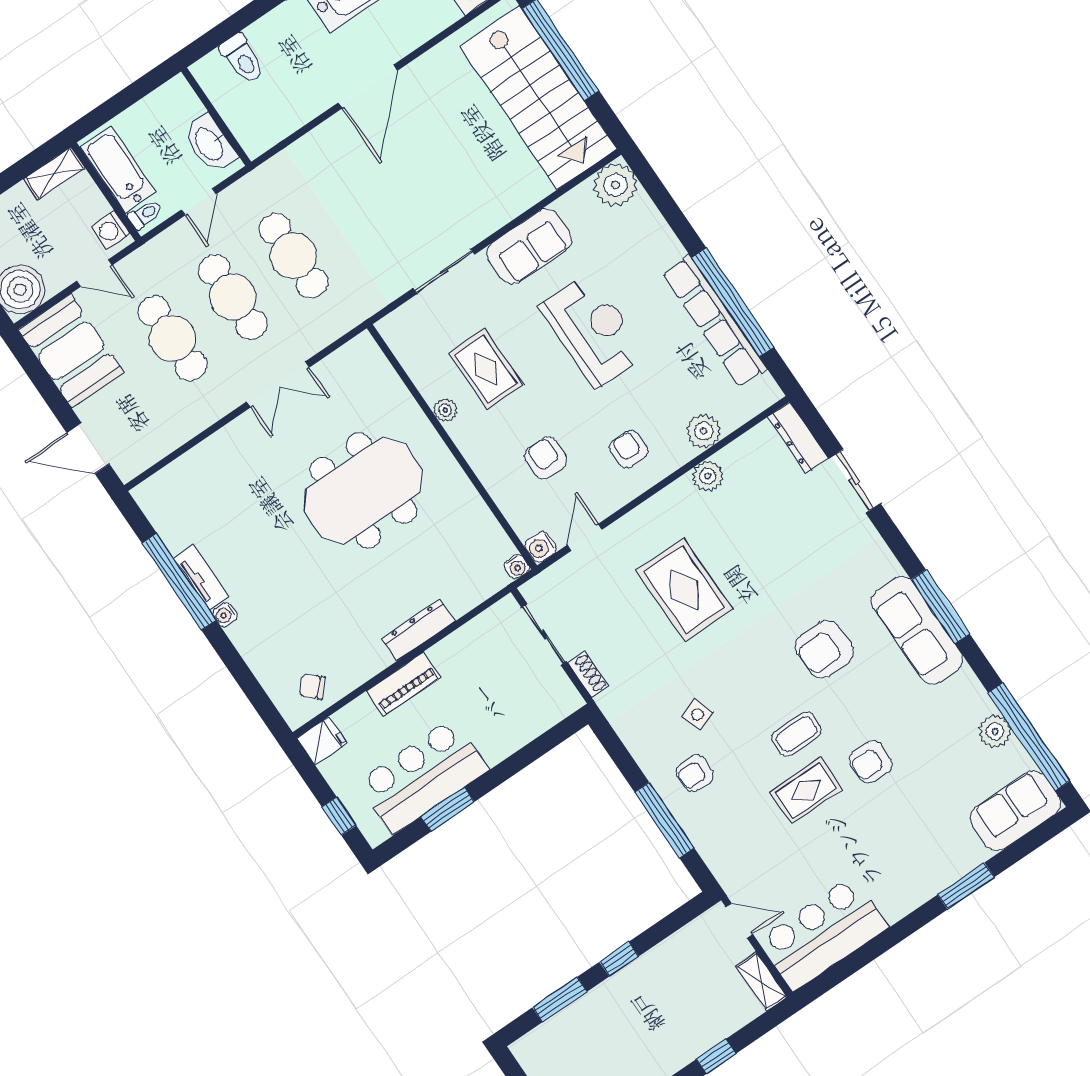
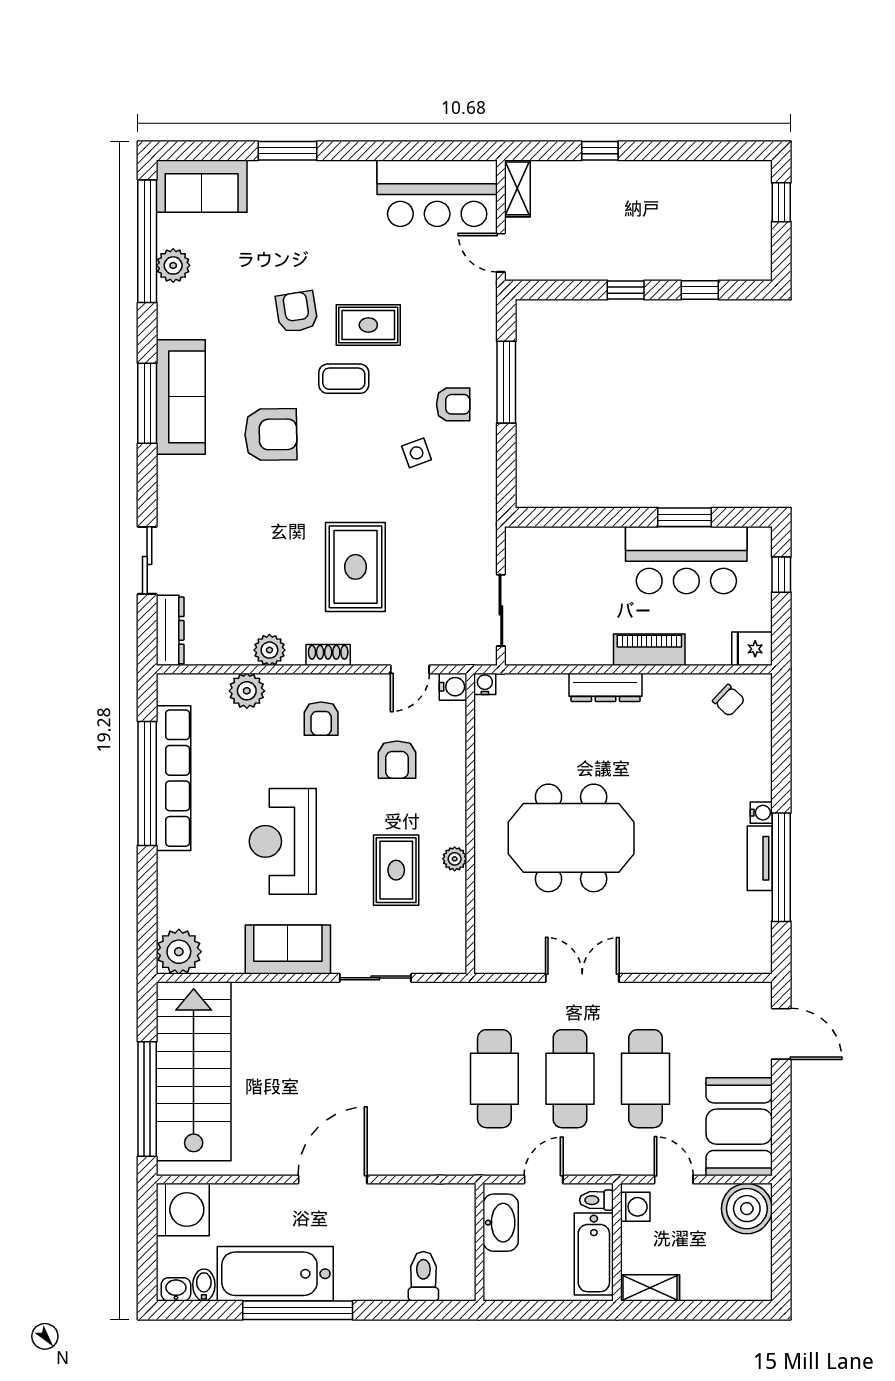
shoe rack: (588, 674) -> (328, 655), moved, turned 90
armchair: (871, 762) -> (297, 312), turned -99
window: (560, 1000) -> (700, 290), width x0.67

